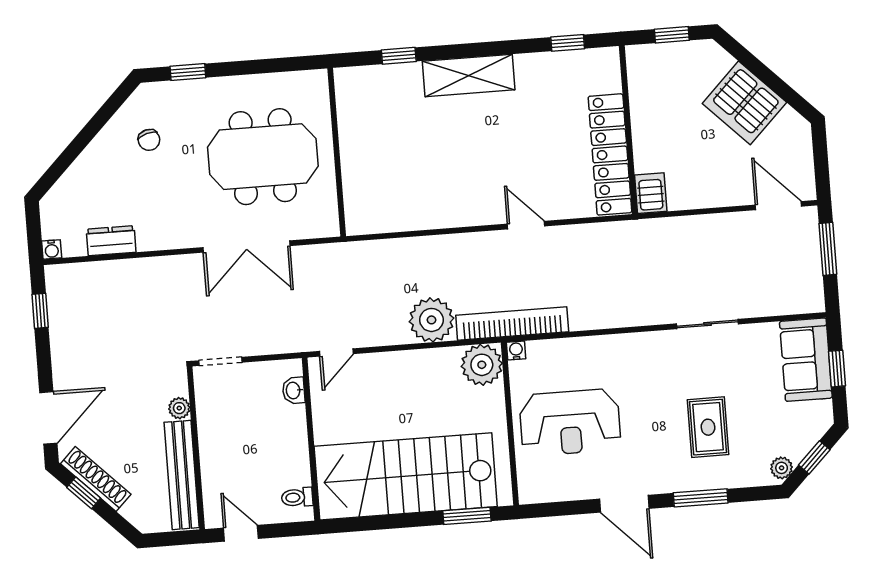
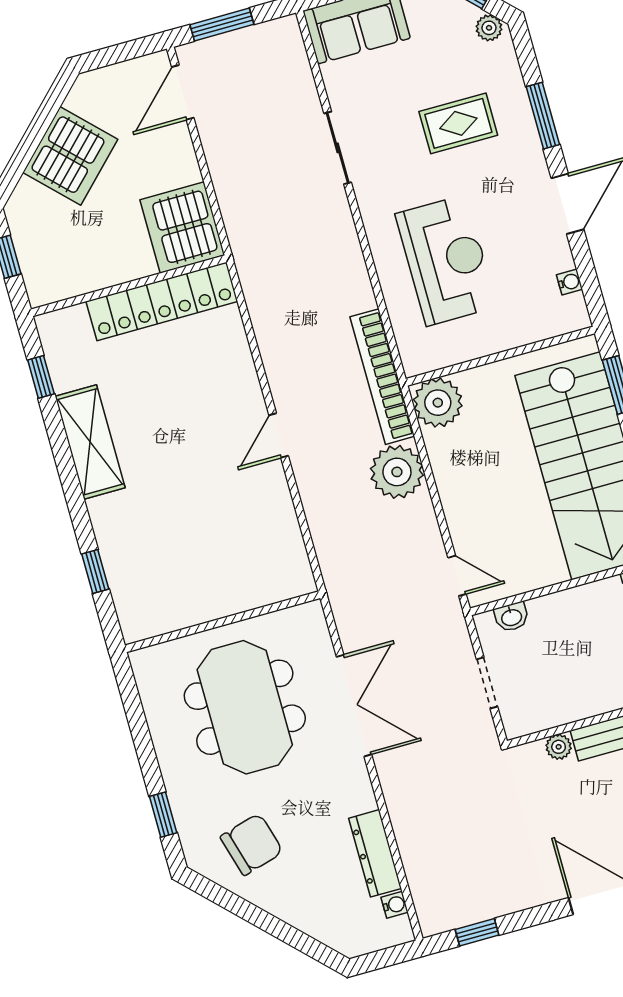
shelving: (469, 75) -> (90, 442), moved
chair: (149, 140) -> (252, 844), width x1.87, depth x1.87
server rack: (651, 193) -> (182, 228), width x2.18, depth x1.44
door: (526, 225) -> (279, 435), moved
dresser: (111, 241) -> (375, 853), width x1.44
water cooler: (52, 249) -> (395, 905), moved
water cooler: (516, 350) -> (570, 282), moved, turned 180
doorway: (220, 361) -> (487, 683), moved
reception desk: (570, 422) -> (446, 260), moved

